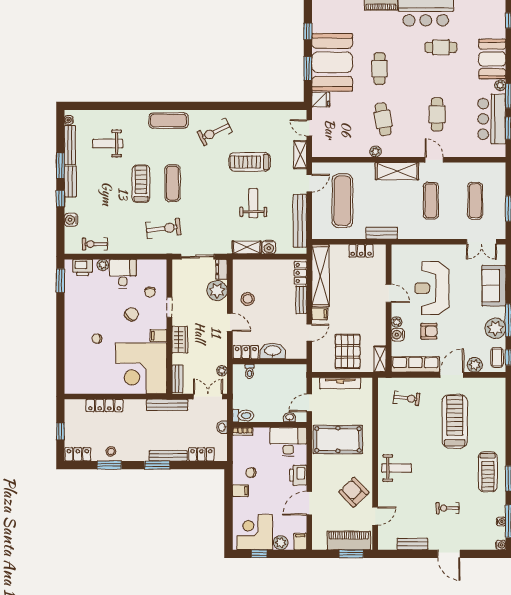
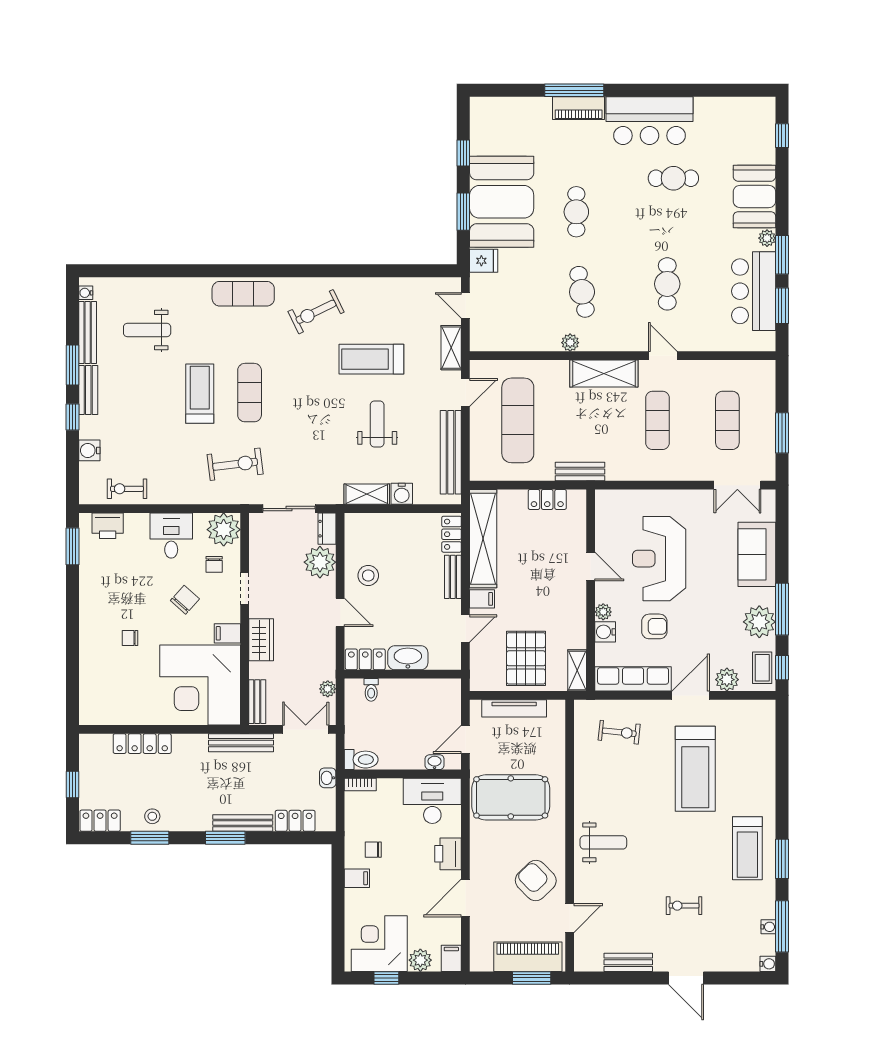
plant: (103, 265) -> (224, 530), moved, width x1.88, depth x1.88
treadmill: (455, 421) -> (695, 769), turned 180

